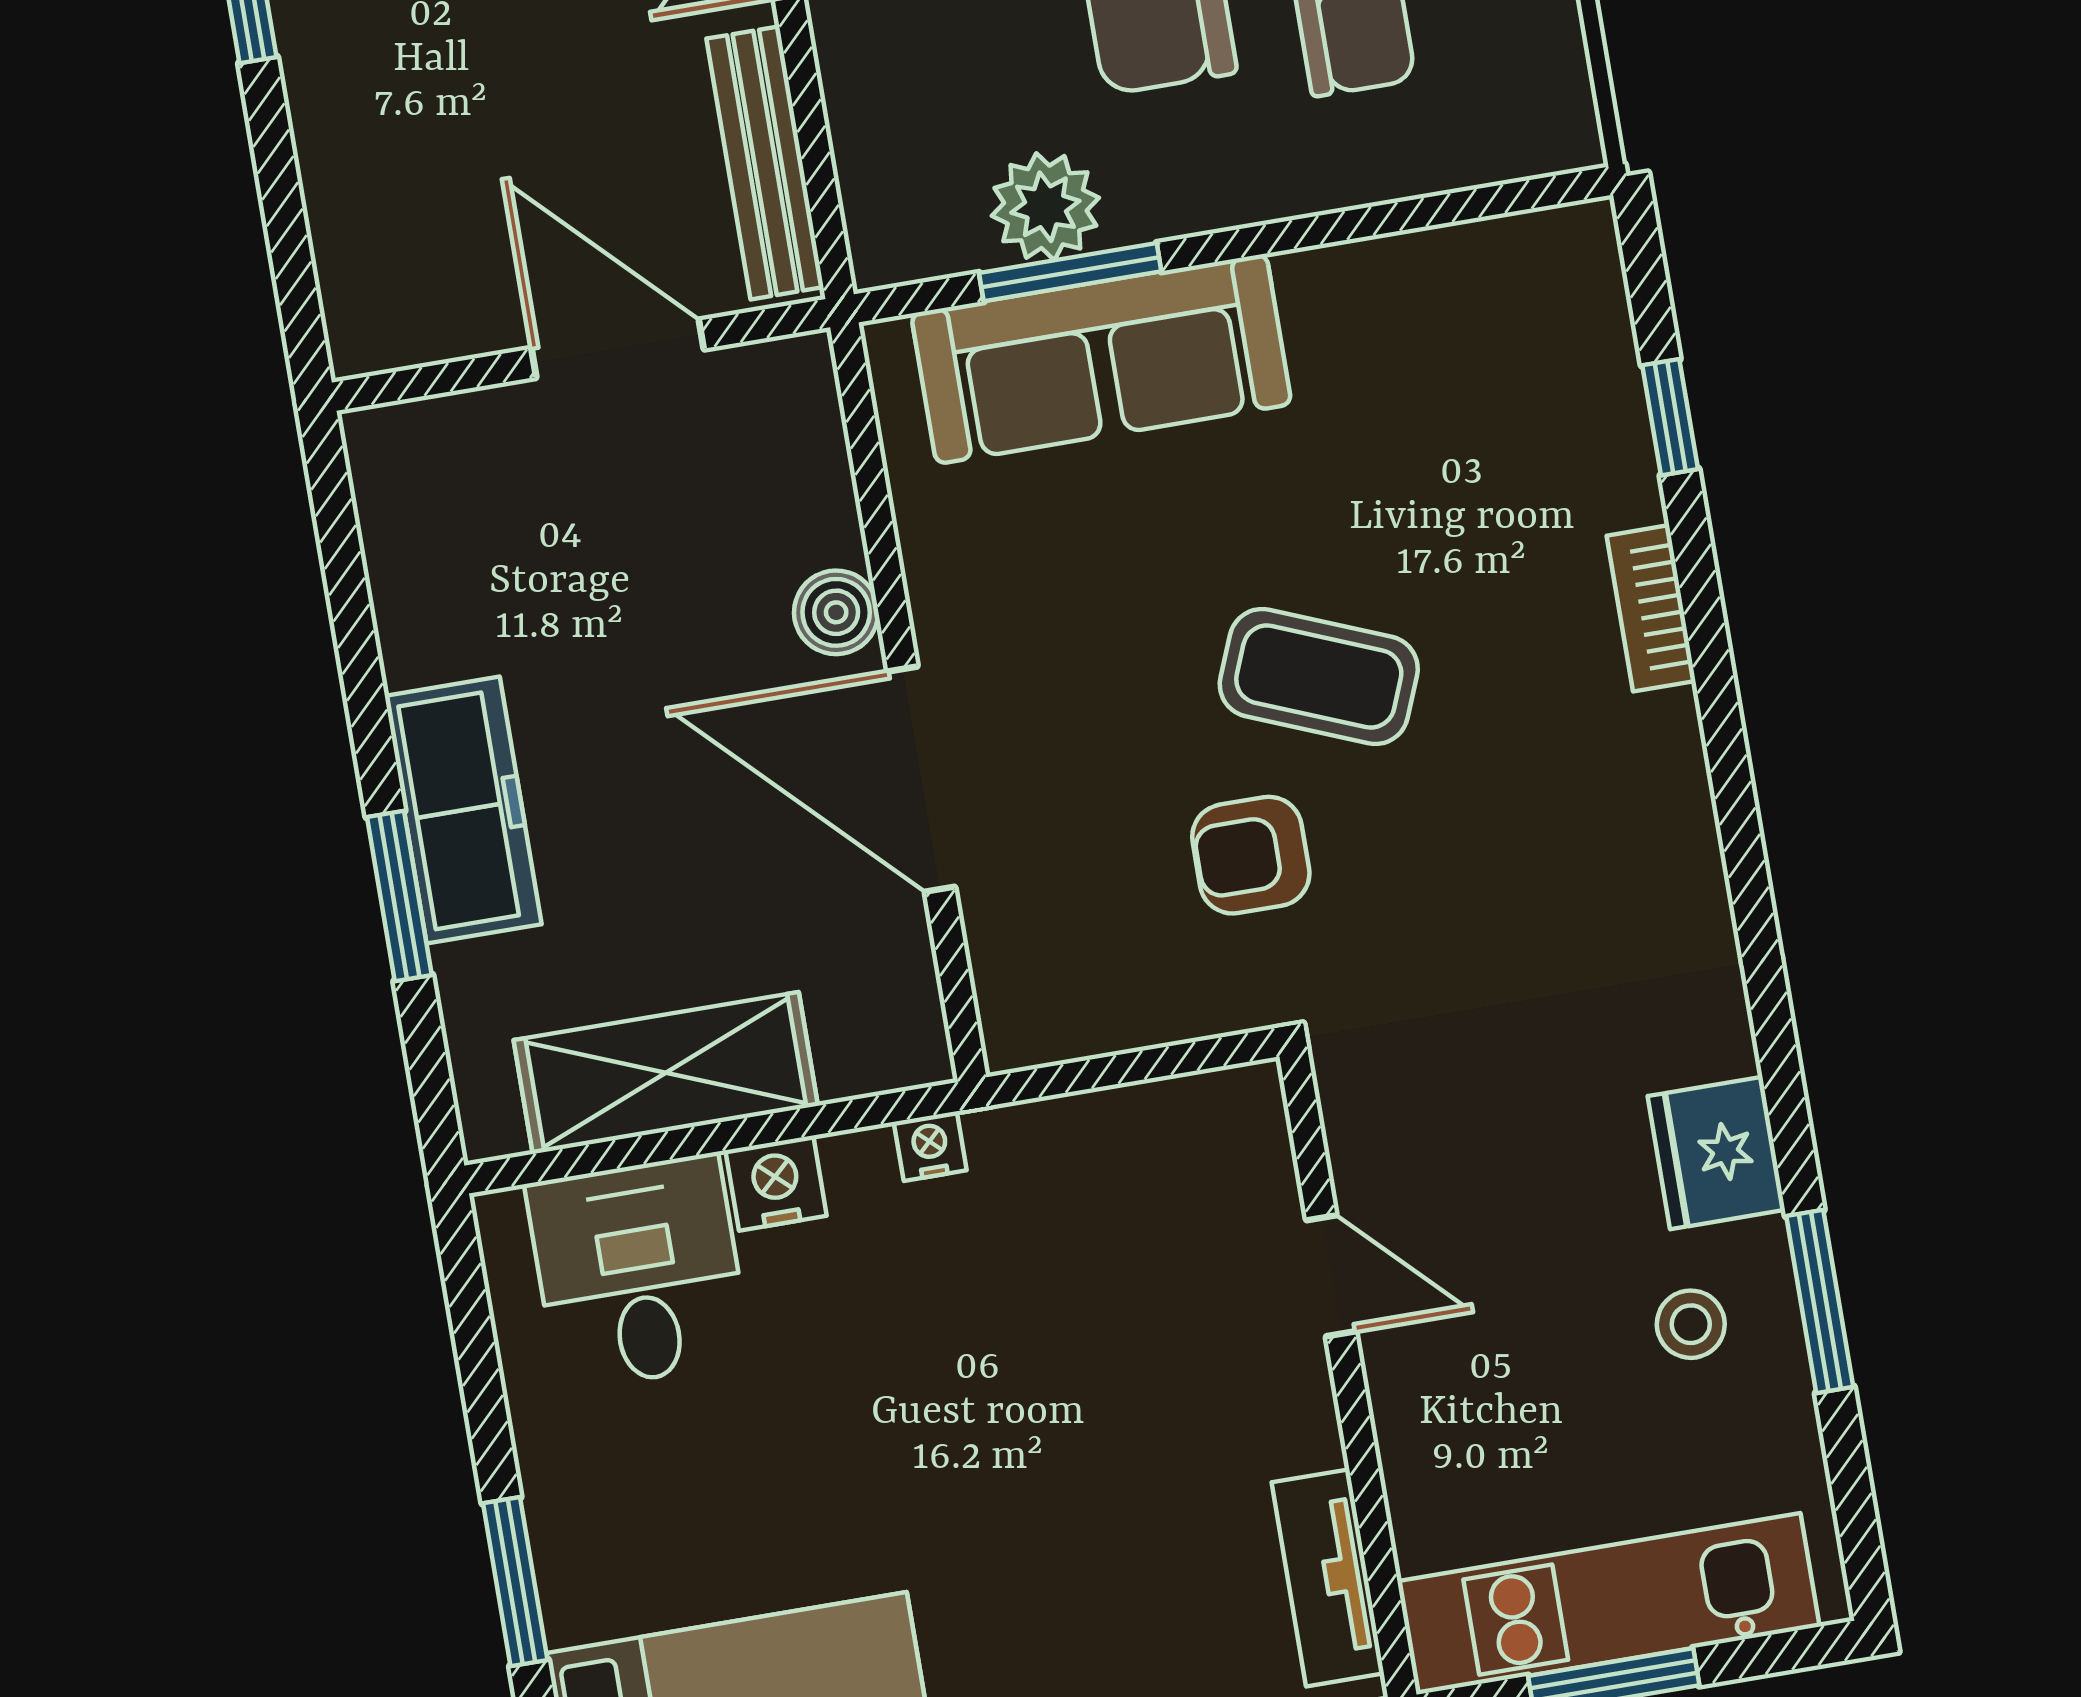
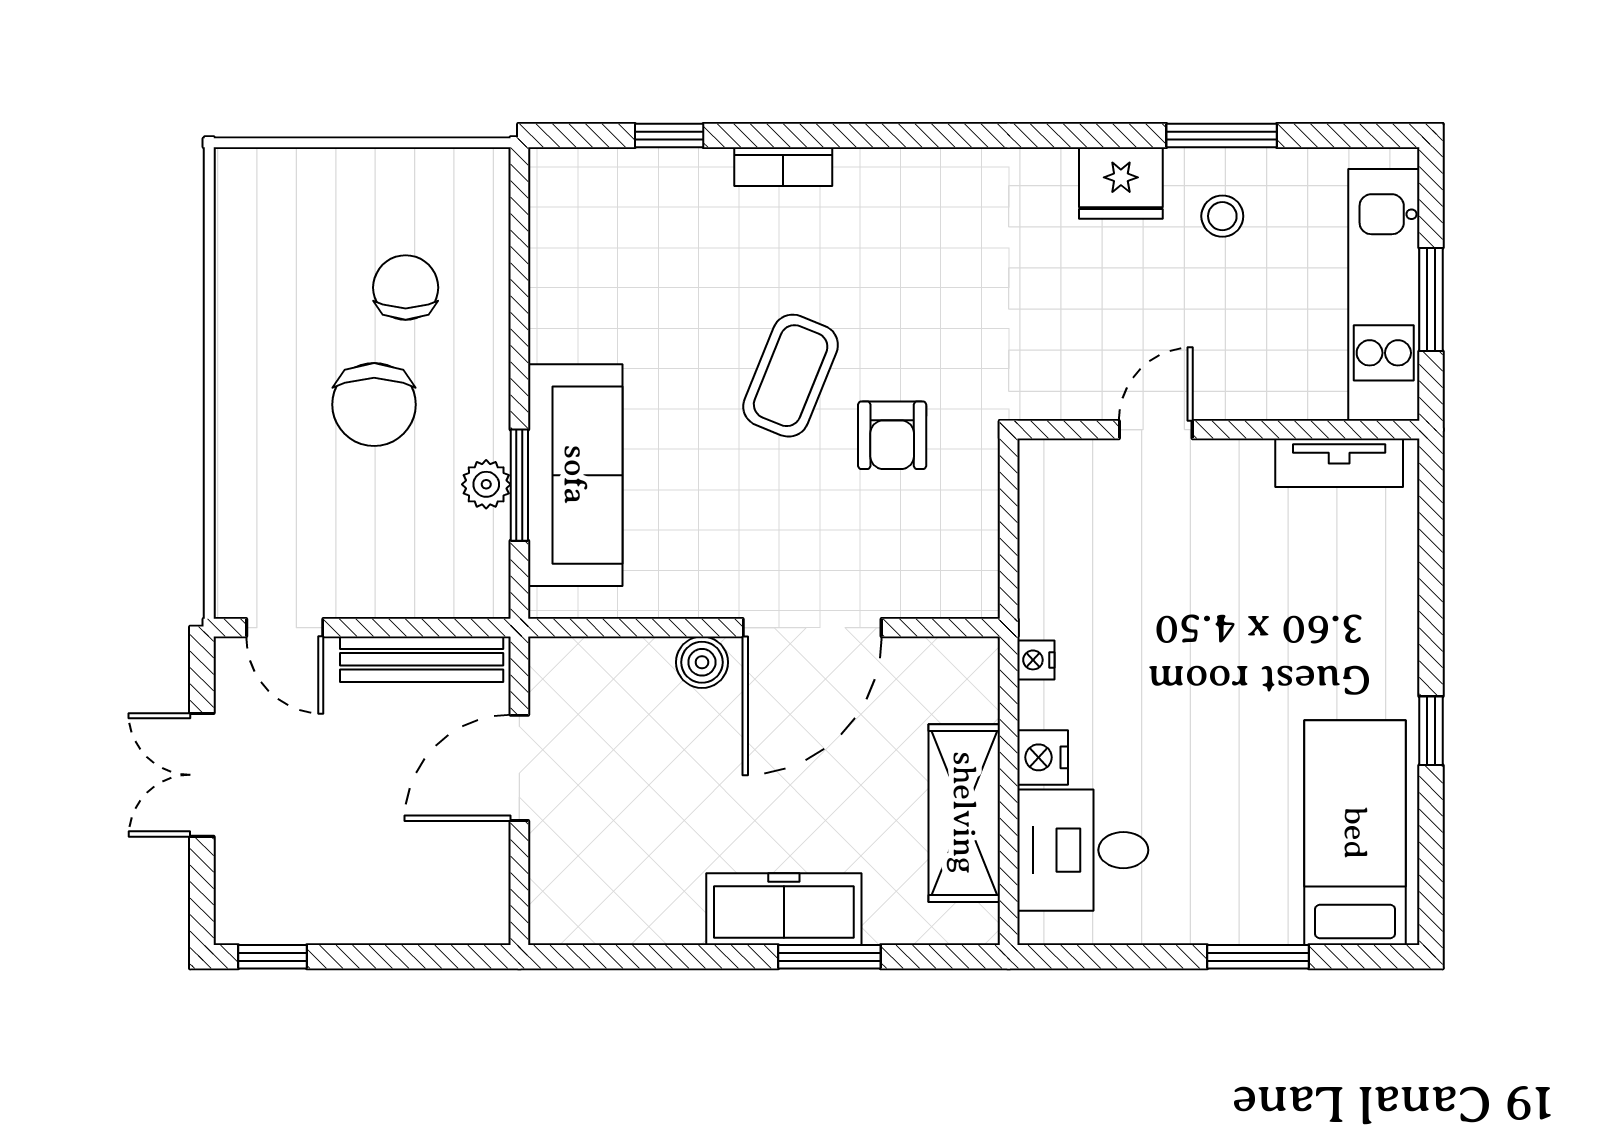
plant: (1045, 207) -> (486, 484), width x0.73, depth x0.73

